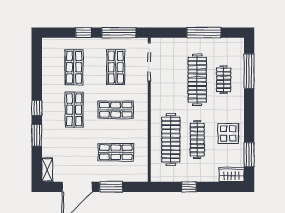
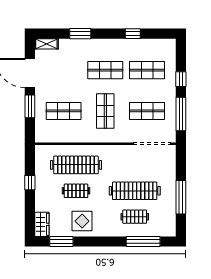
window: (37, 108) -> (133, 34), moved
clothes rail: (197, 140) -> (76, 191), width x0.73
shop shelf: (116, 152) -> (64, 111), turned 90

